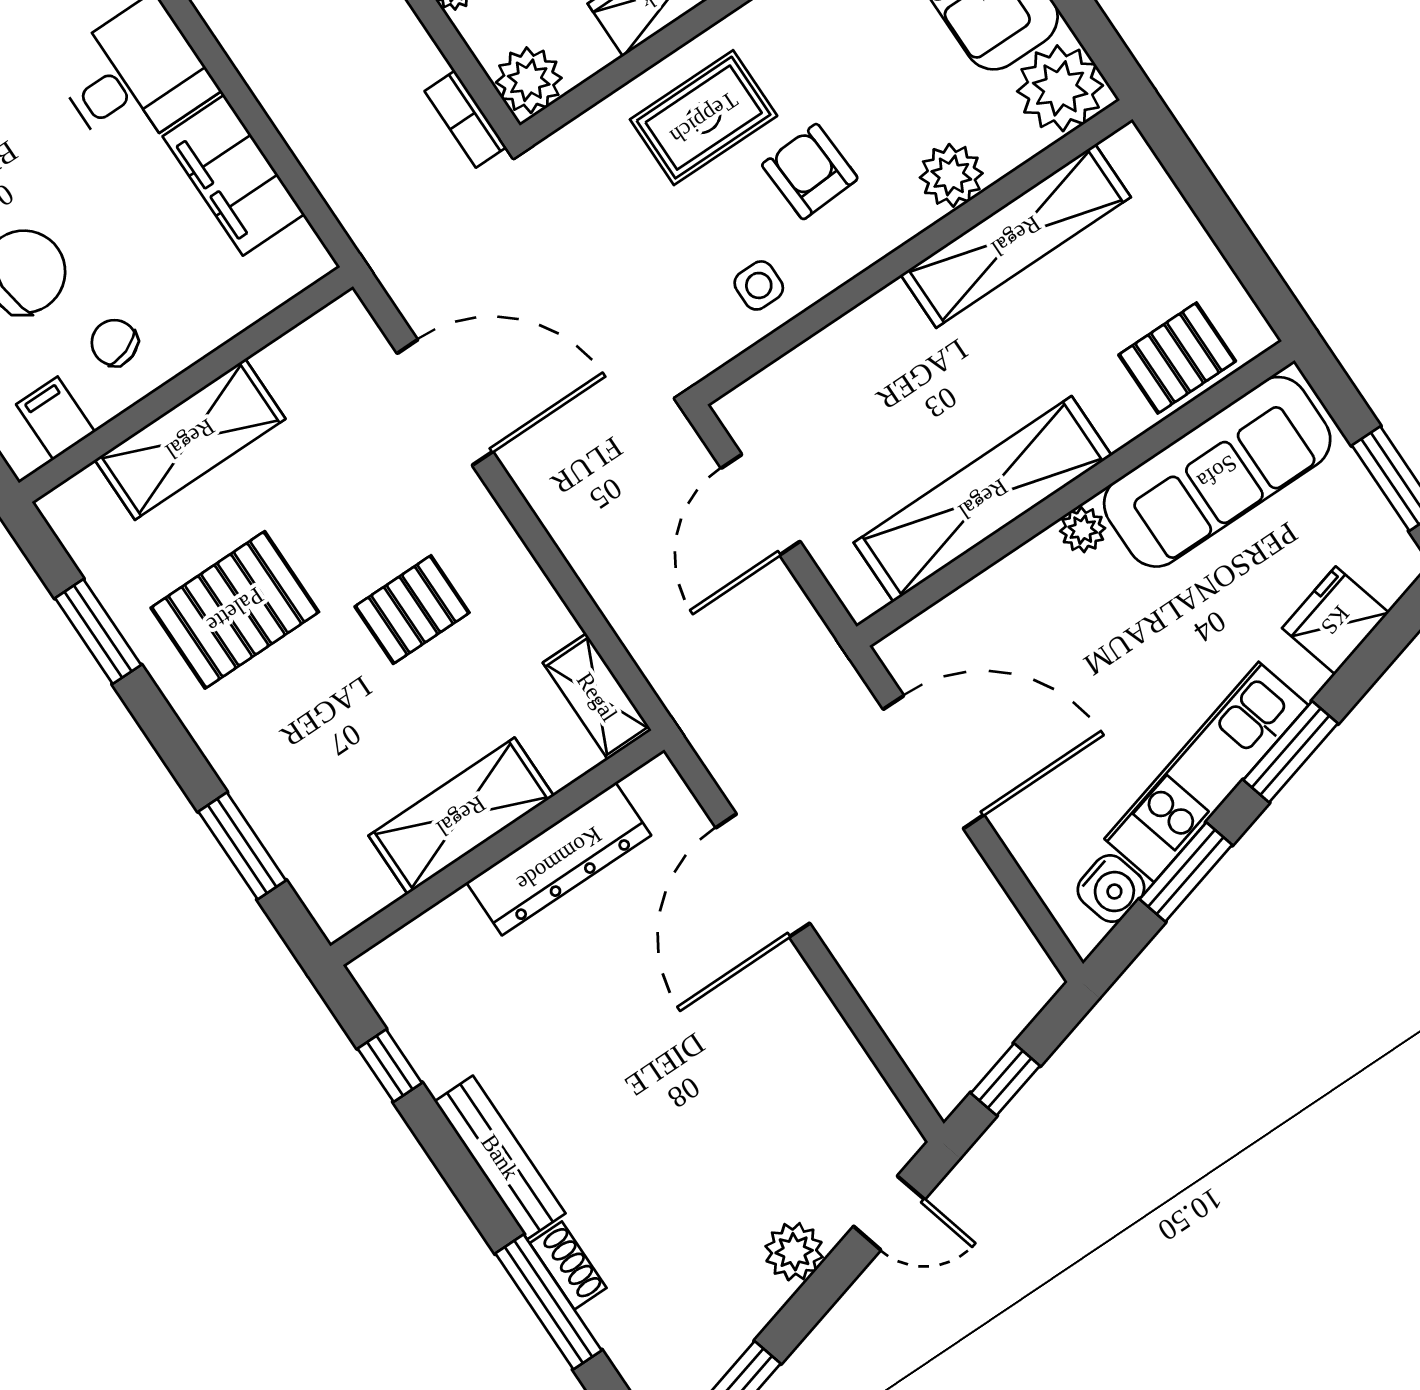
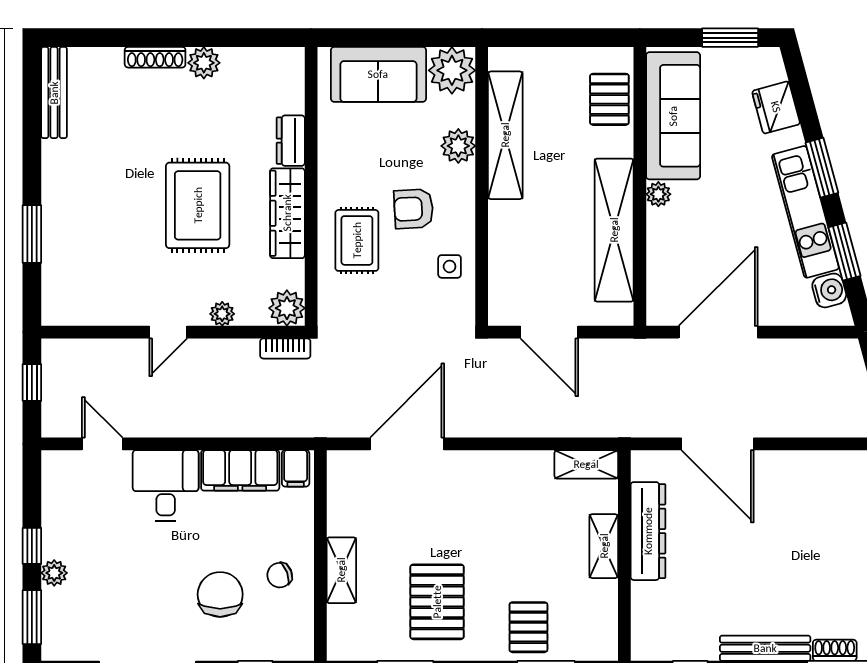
filing cabinet: (56, 418) -> (296, 468), moved, turned -90
shelving: (190, 439) -> (341, 570), width x0.67, depth x0.75
pallet: (412, 610) -> (528, 627), moved
shelving: (461, 816) -> (604, 546), width x0.67, depth x0.75

